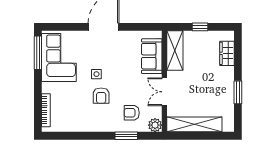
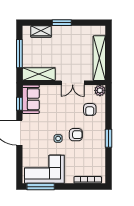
window: (139, 27) -> (19, 104), added
window: (200, 27) -> (19, 54), width x2.17
sofa: (152, 56) -> (31, 99), moved, turned -90
window: (238, 92) -> (62, 23), moved
window: (126, 136) -> (109, 138), moved

